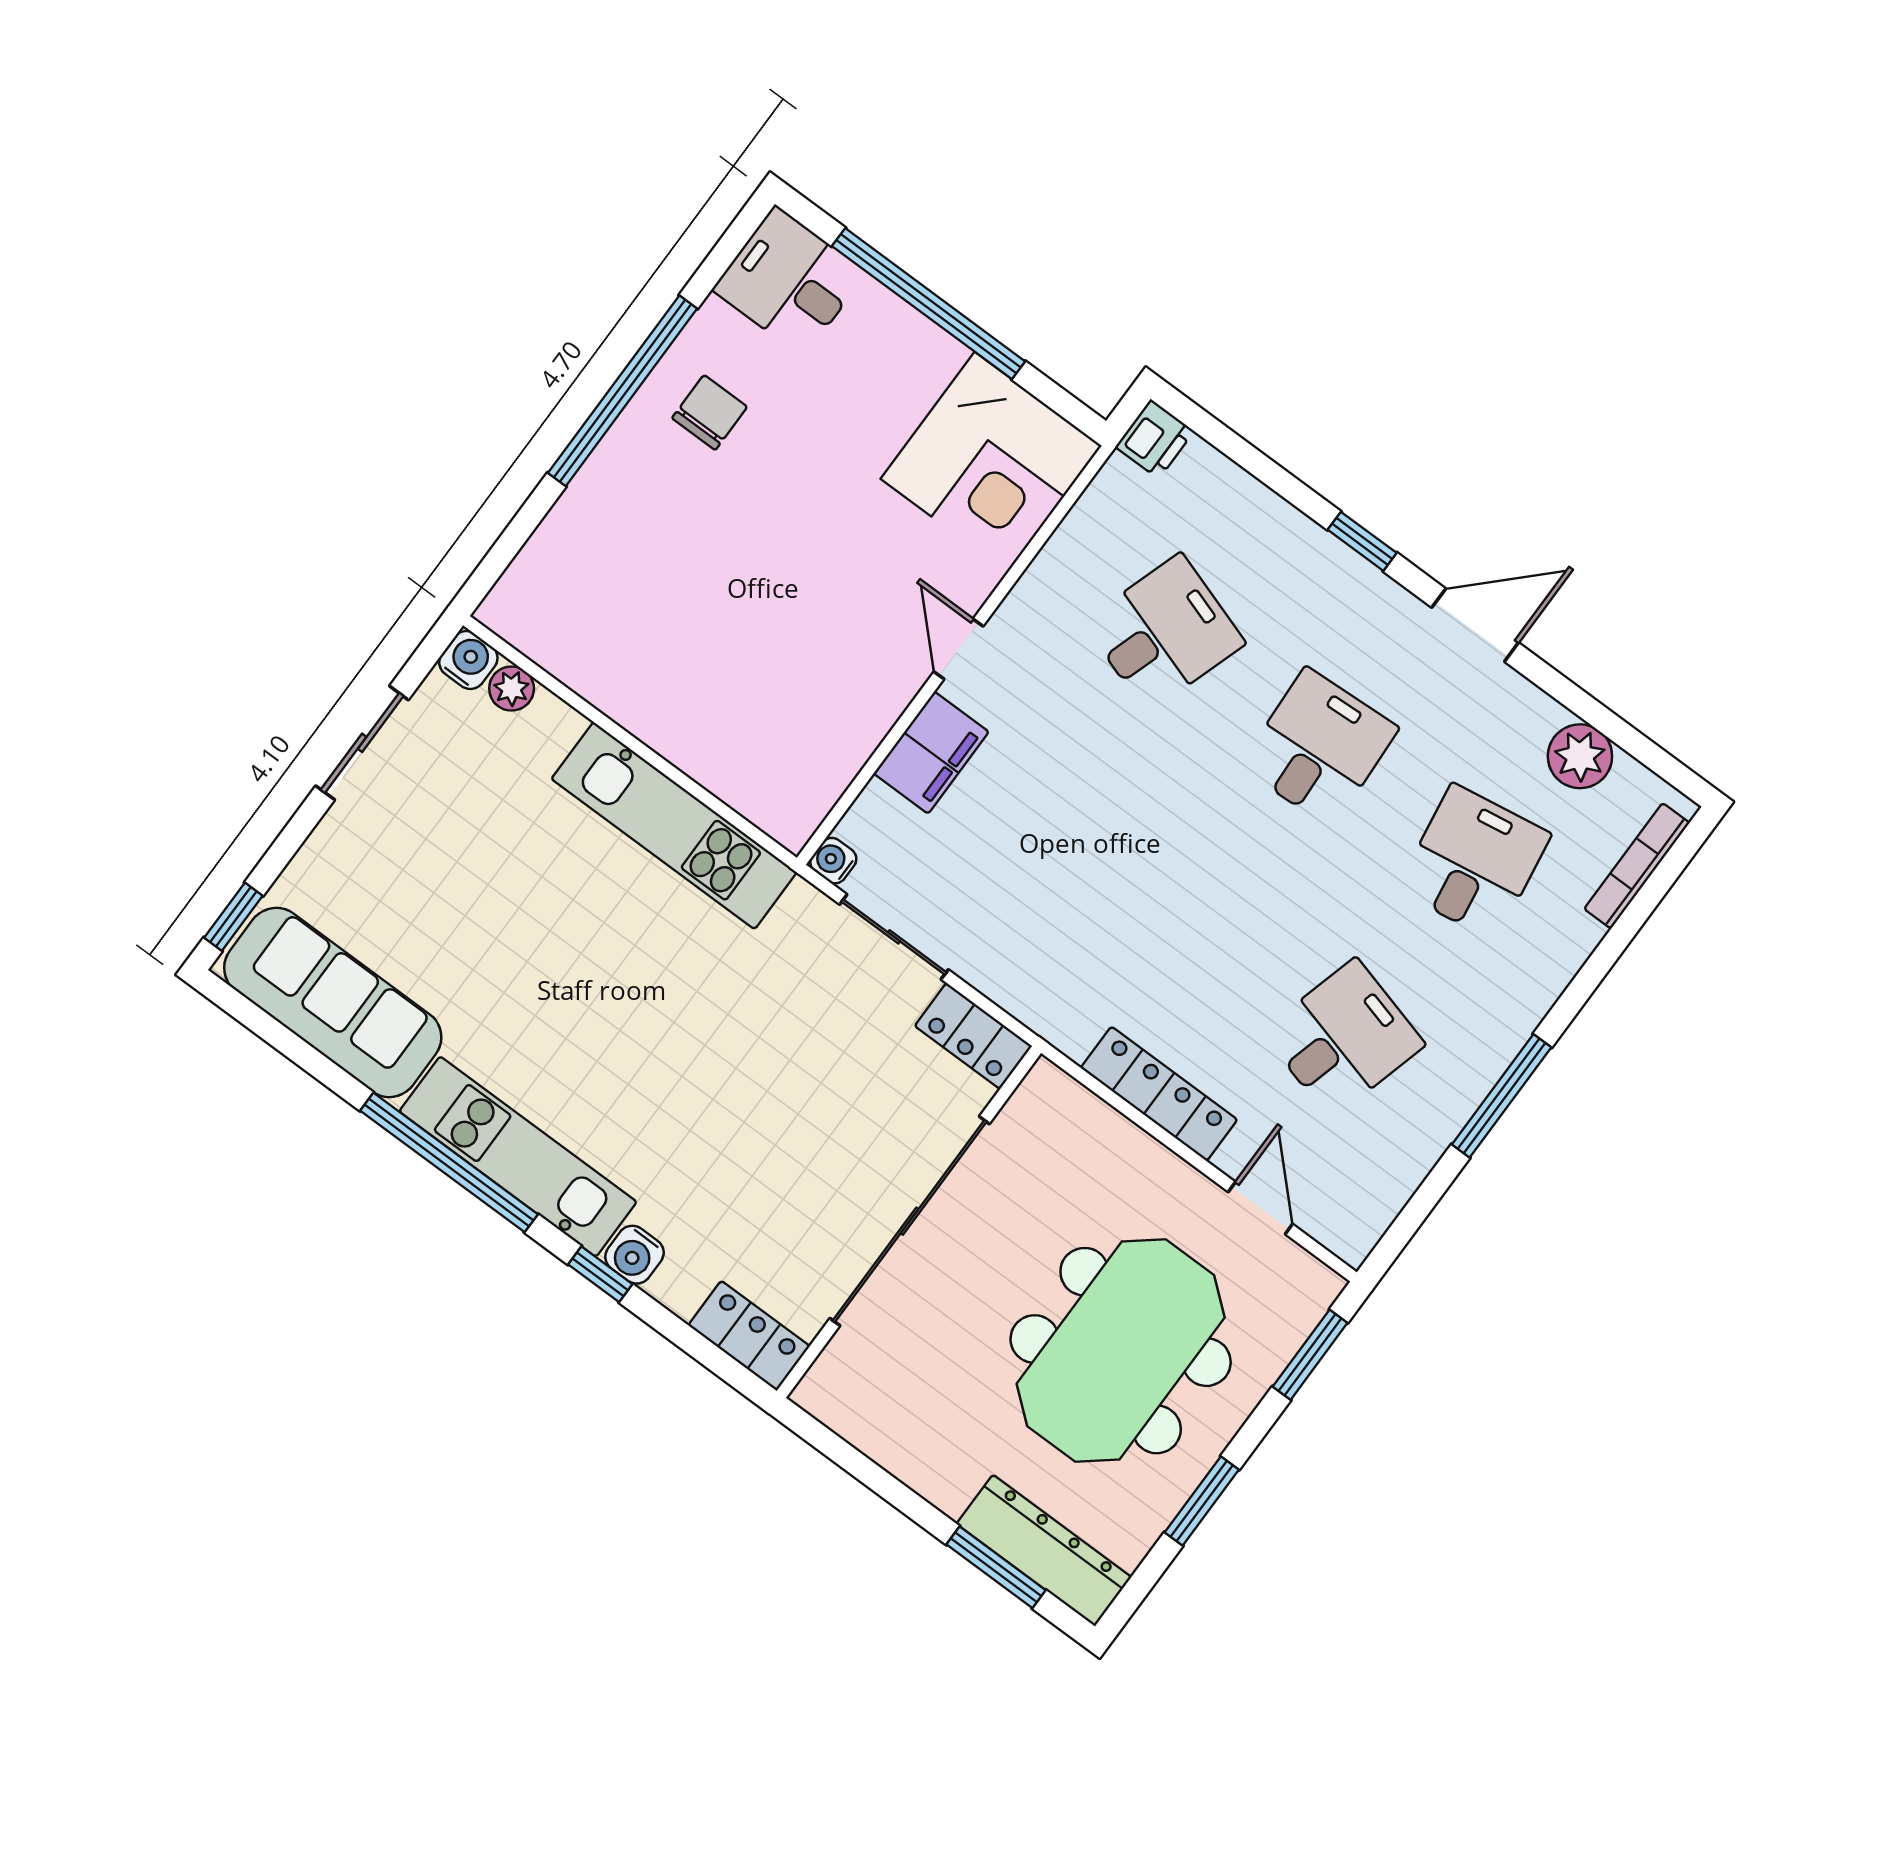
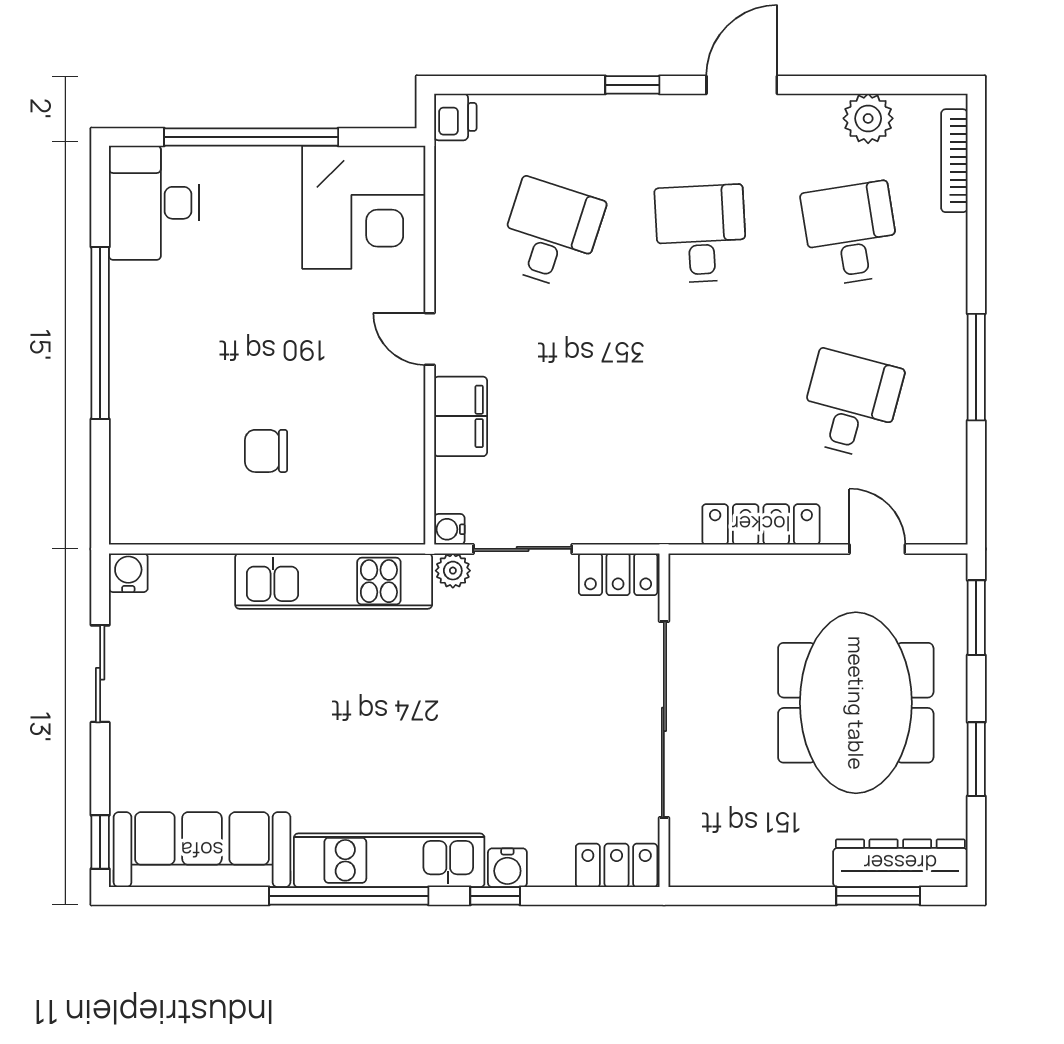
desk: (789, 281) -> (154, 203), width x1.37
chair: (710, 412) -> (266, 451), moved, turned -90
plant: (512, 688) -> (453, 571), moved

